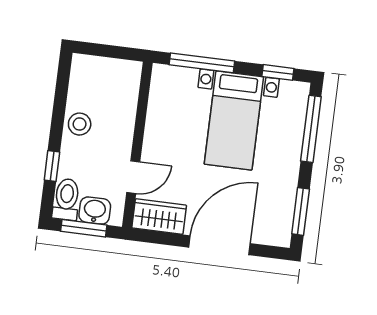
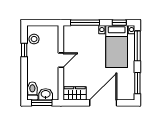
bed with nightstands: (234, 121) -> (117, 46), moved
stool: (80, 124) -> (34, 39), moved
window: (52, 166) -> (24, 50), moved
door: (133, 177) -> (61, 60), moved

